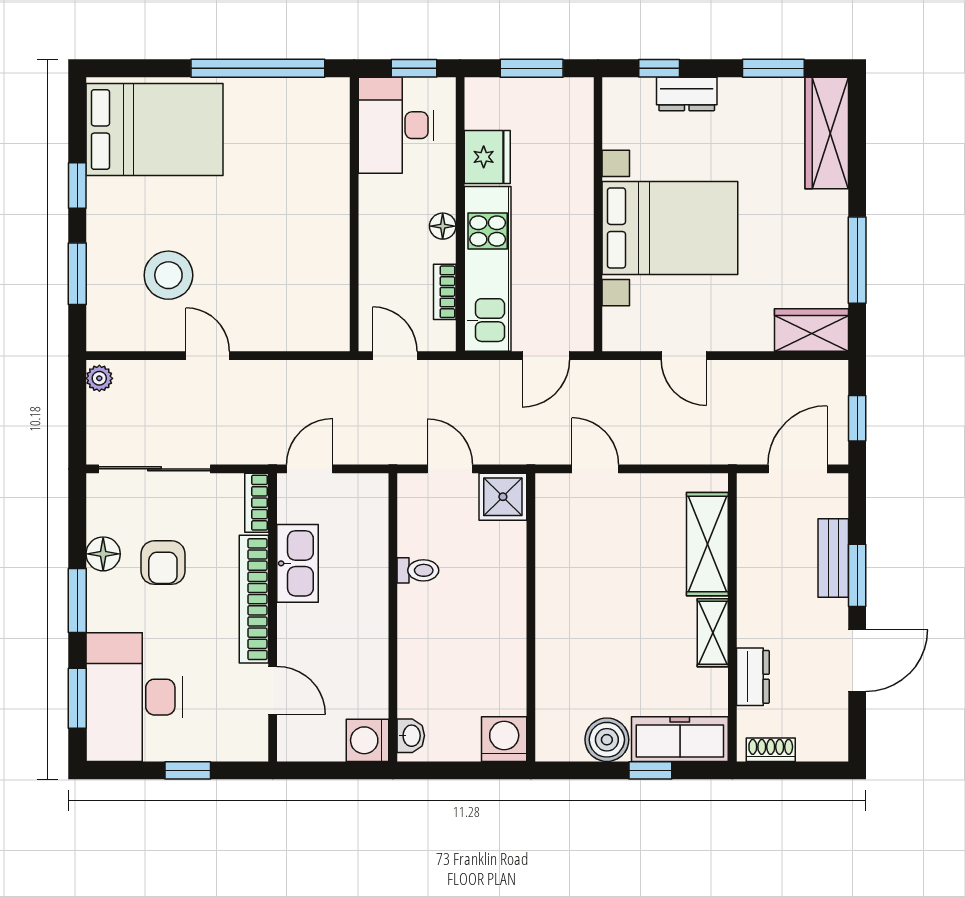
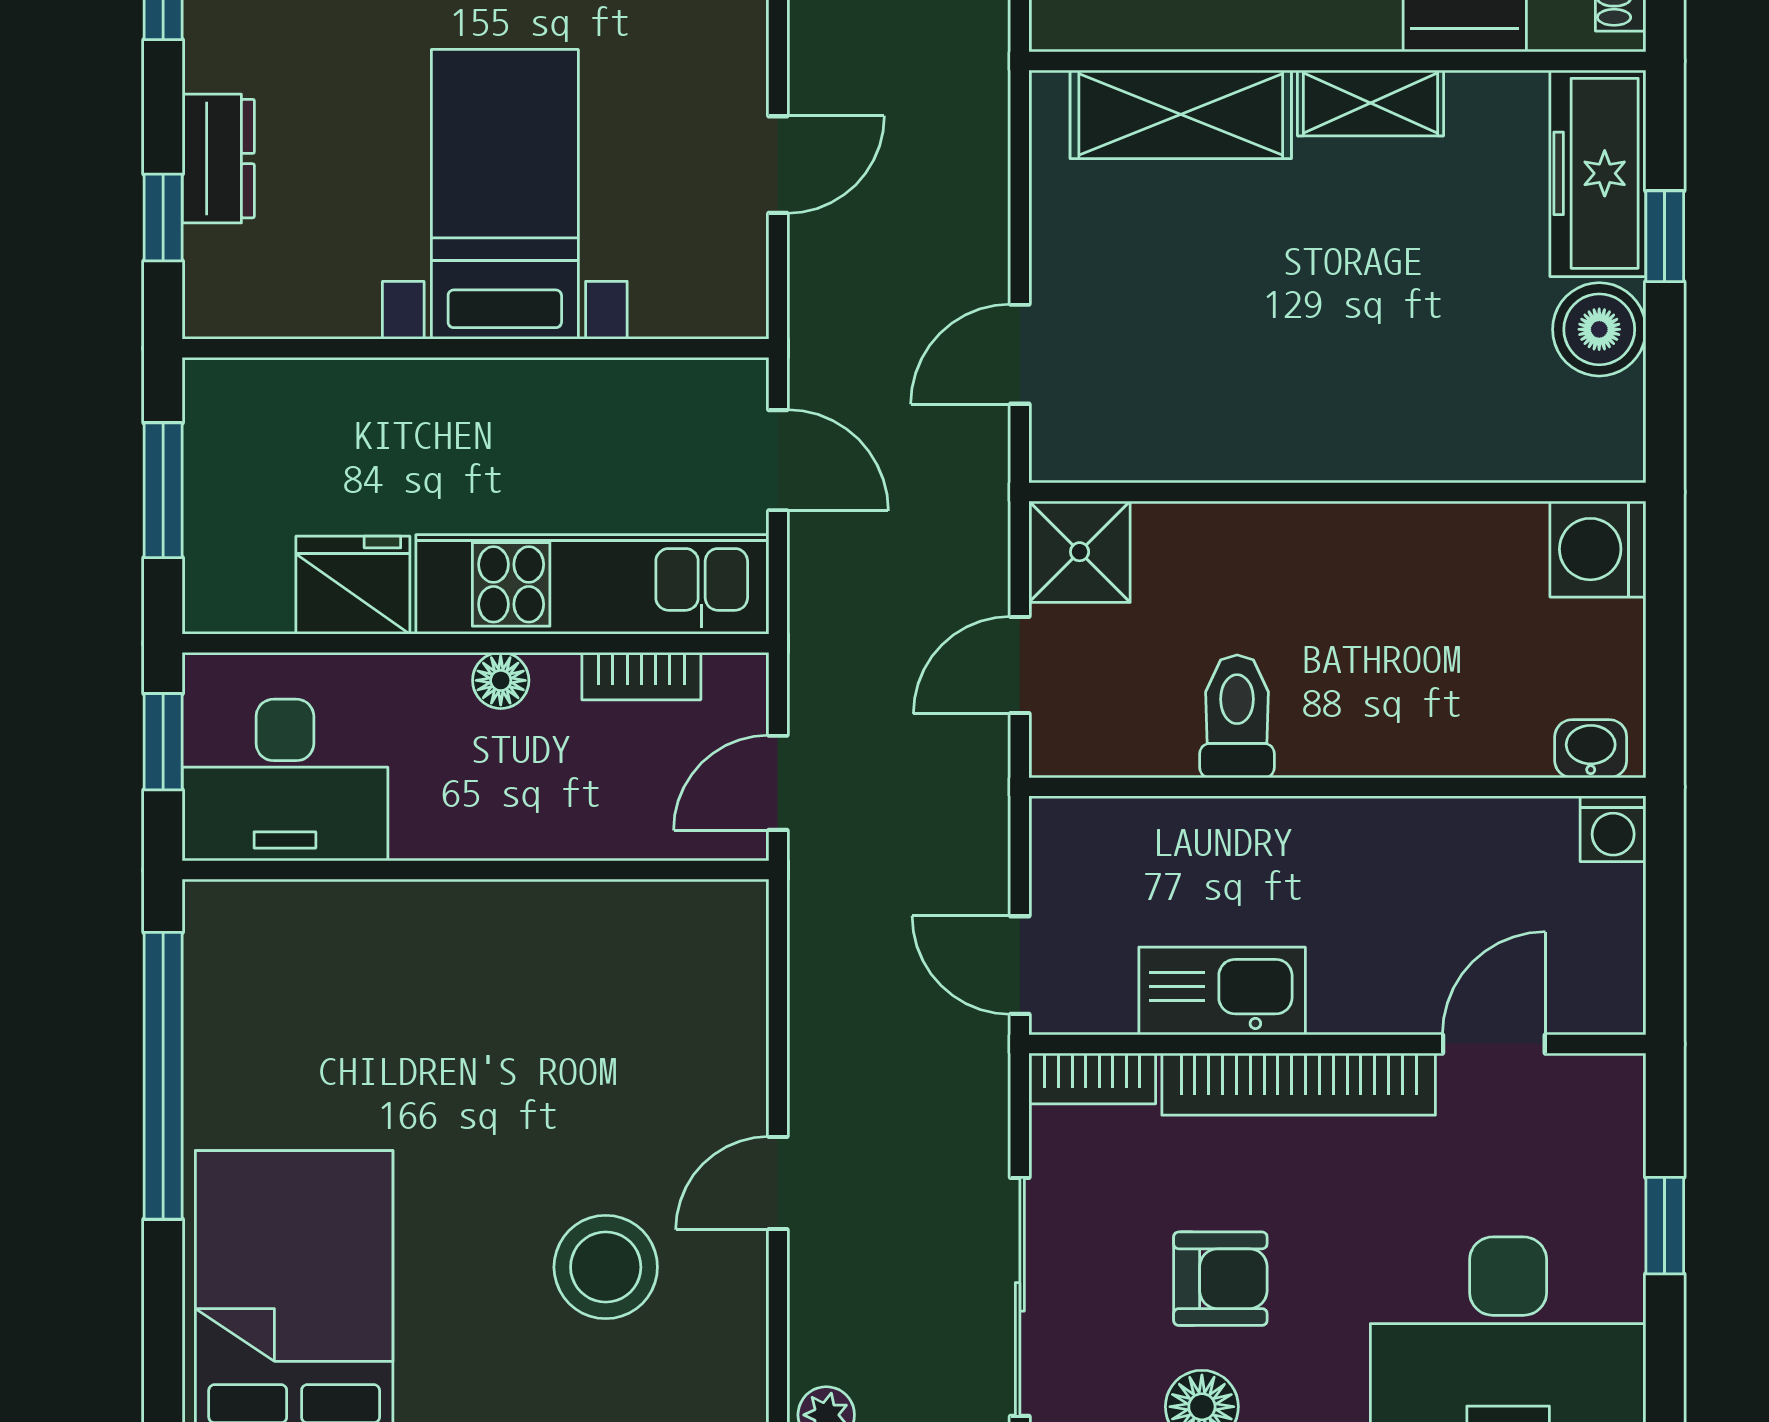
bed with nightstands: (670, 228) -> (505, 194), width x0.73
toilet: (418, 570) -> (1237, 716), width x1.37, depth x1.39
washing machine: (368, 740) -> (1613, 829), width x0.73, depth x0.73

